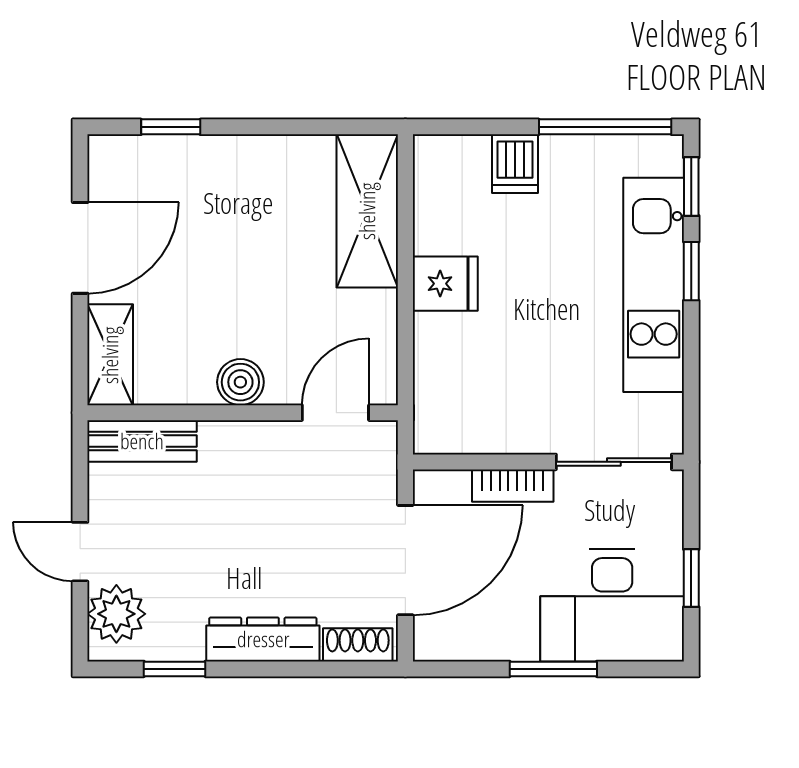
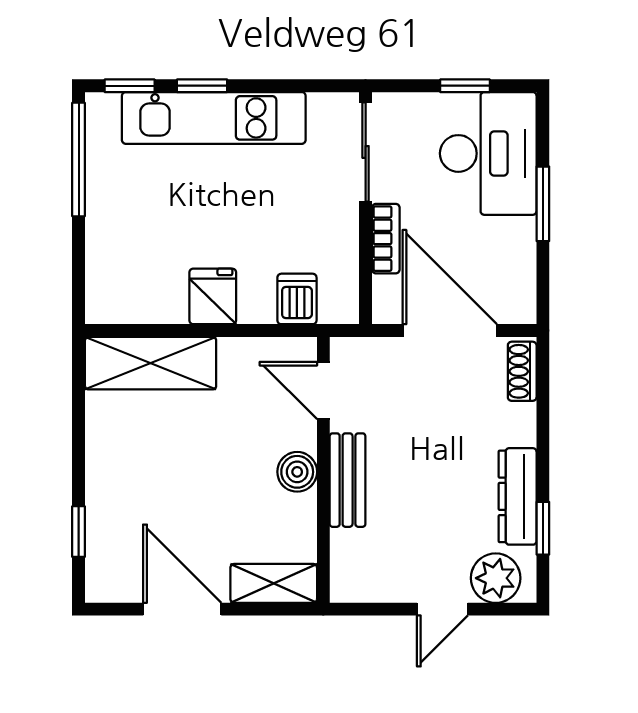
dishwasher: (515, 164) -> (297, 299), moved, turned -90
bench: (142, 441) -> (348, 480), moved
dresser: (263, 639) -> (518, 496), moved

